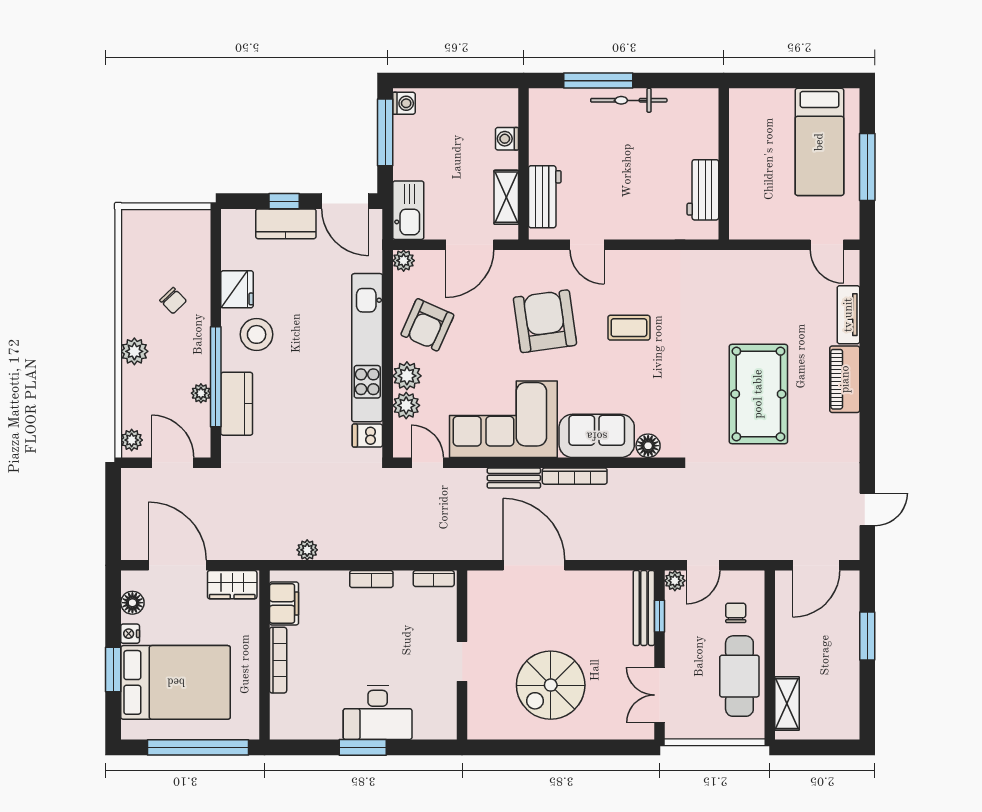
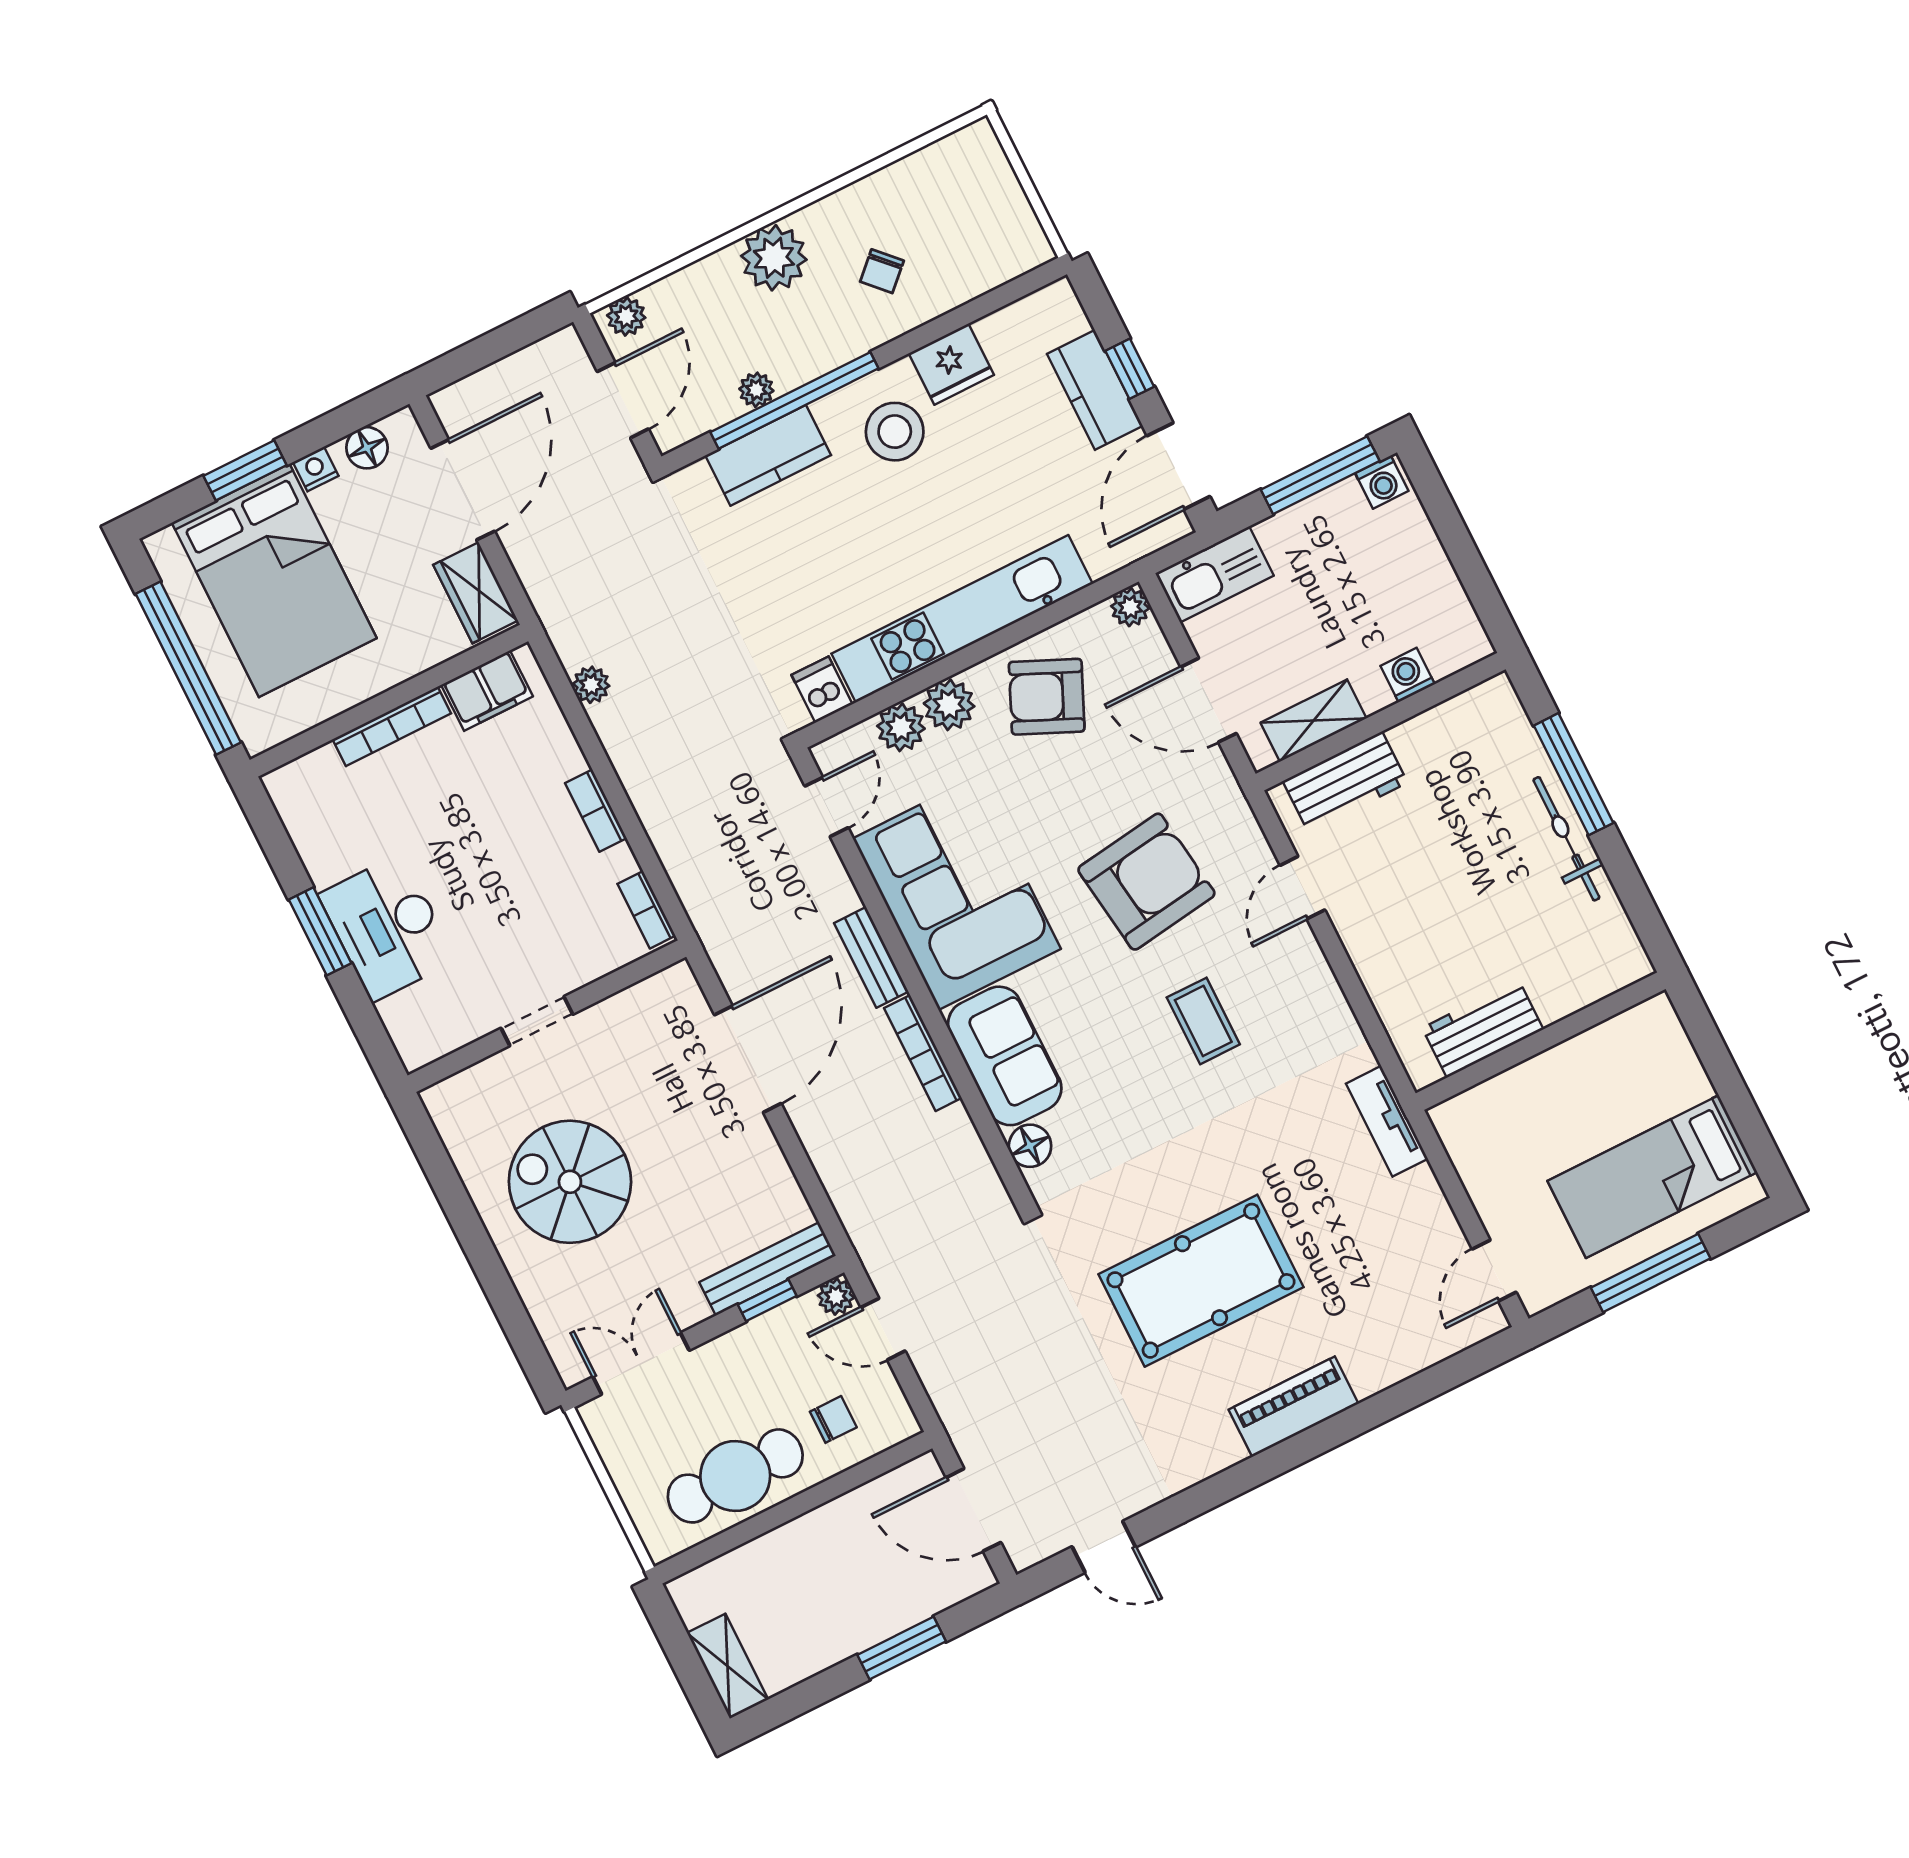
tv unit: (848, 315) -> (1387, 1121), moved, turned -90
plant: (134, 351) -> (774, 258), width x1.36, depth x1.36
shelving: (787, 704) -> (728, 1666), moved, turned 90

